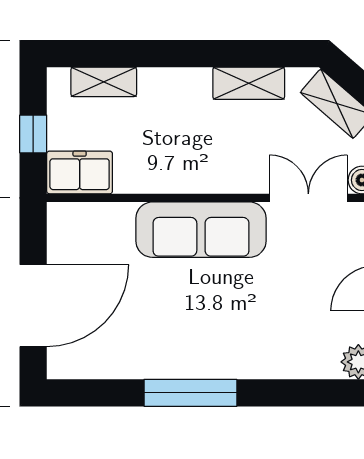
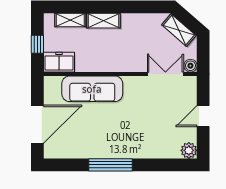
shelving: (249, 83) -> (104, 21), moved
sofa: (201, 230) -> (92, 89), moved

